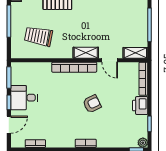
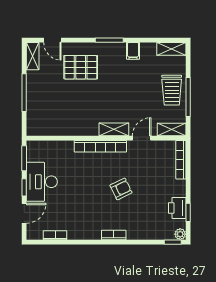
trolley: (39, 36) -> (172, 90), moved, turned -101
door: (110, 60) -> (142, 138), swing flipped
desk: (24, 98) -> (42, 182), width x1.37
printer: (140, 106) -> (177, 208), moved

